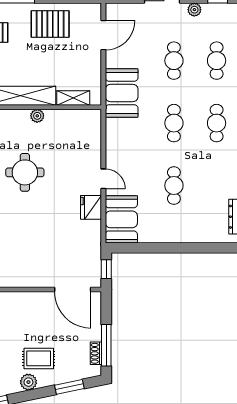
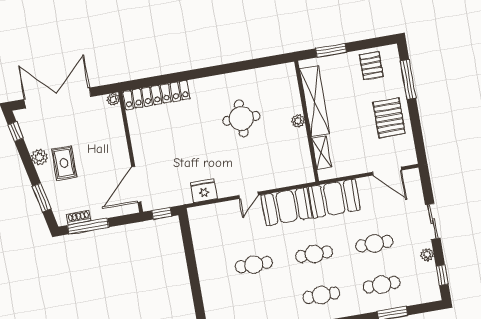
fridge: (91, 207) -> (204, 191), moved
booth: (121, 219) -> (287, 206), moved

